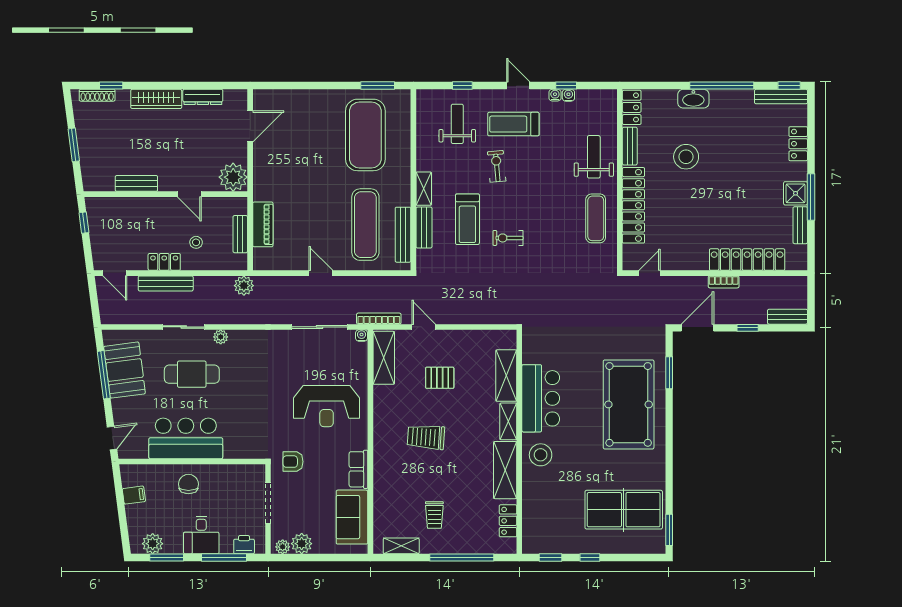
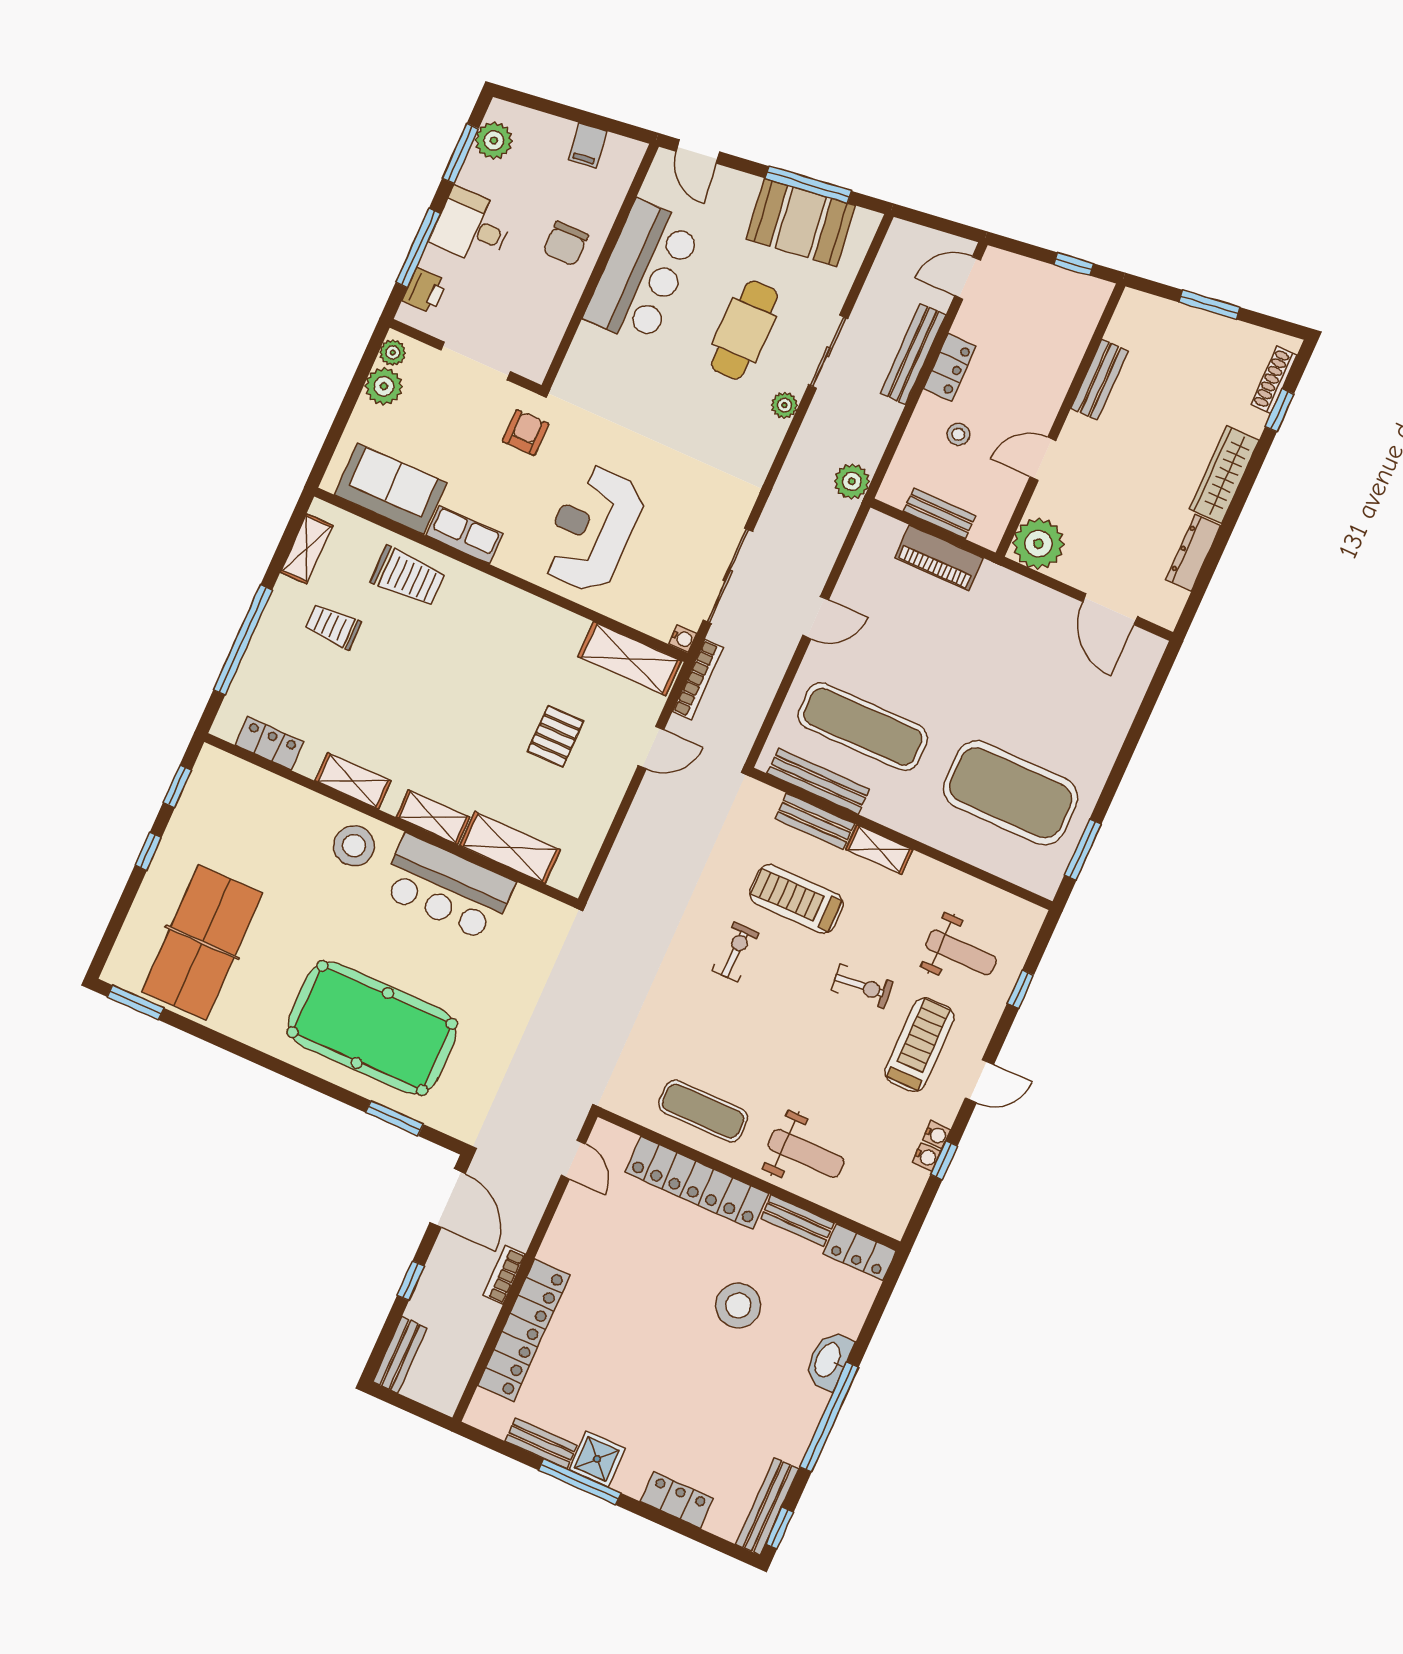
trolley: (426, 437) -> (408, 577), moved, turned 86
shelving: (505, 470) -> (353, 781), width x0.67, depth x0.75
chair: (188, 484) -> (566, 244), turned 90

